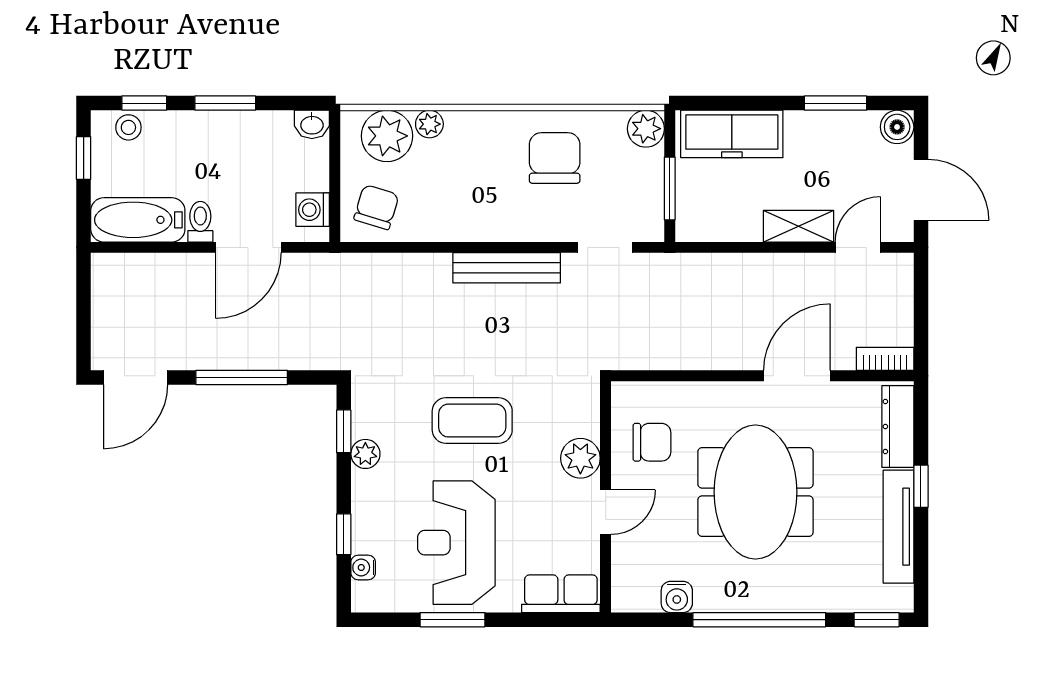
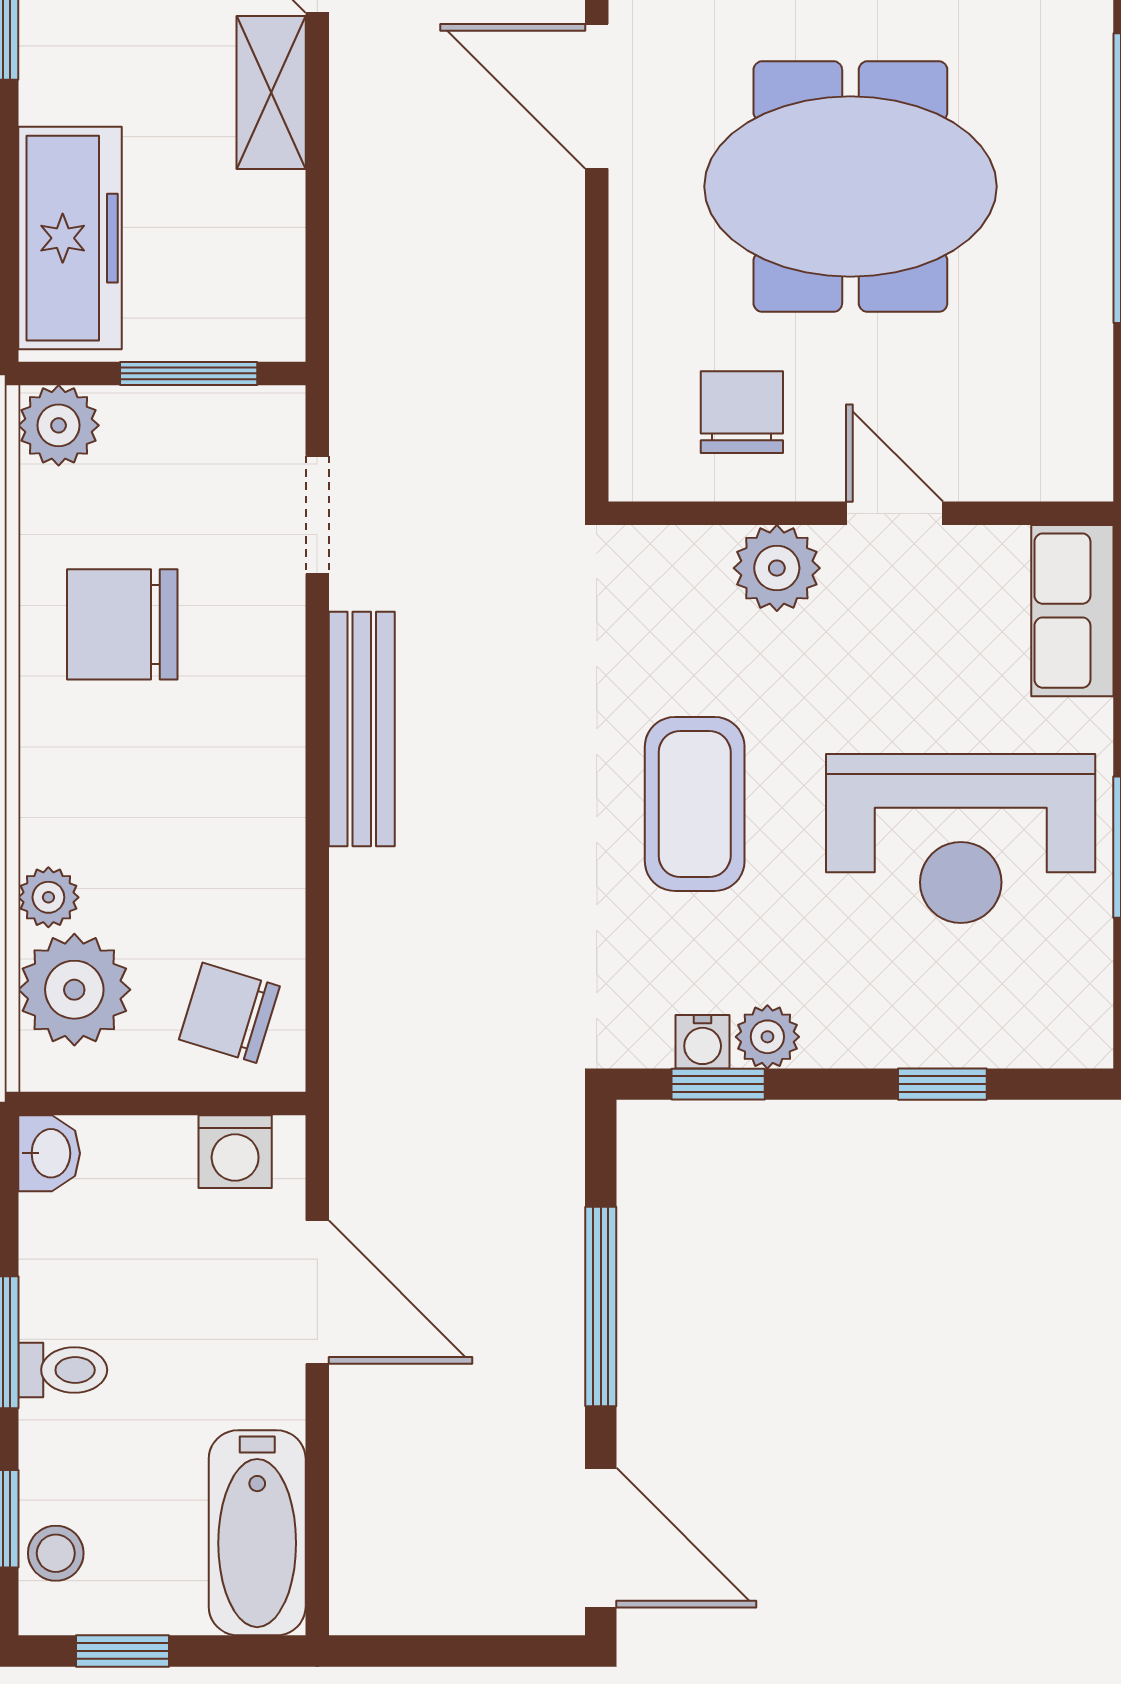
toilet: (200, 222) -> (63, 1370), moved, turned 180
water cooler: (363, 567) -> (703, 1042), moved
water cooler: (677, 597) -> (1079, 358), removed

